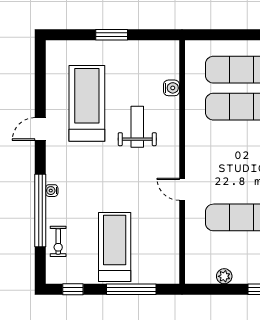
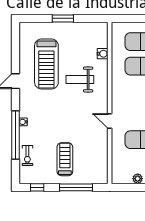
treadmill: (87, 103) -> (46, 64), turned 180
weight bench: (137, 127) -> (80, 79), turned -90
treadmill: (115, 247) -> (65, 159), width x0.73, depth x0.73

